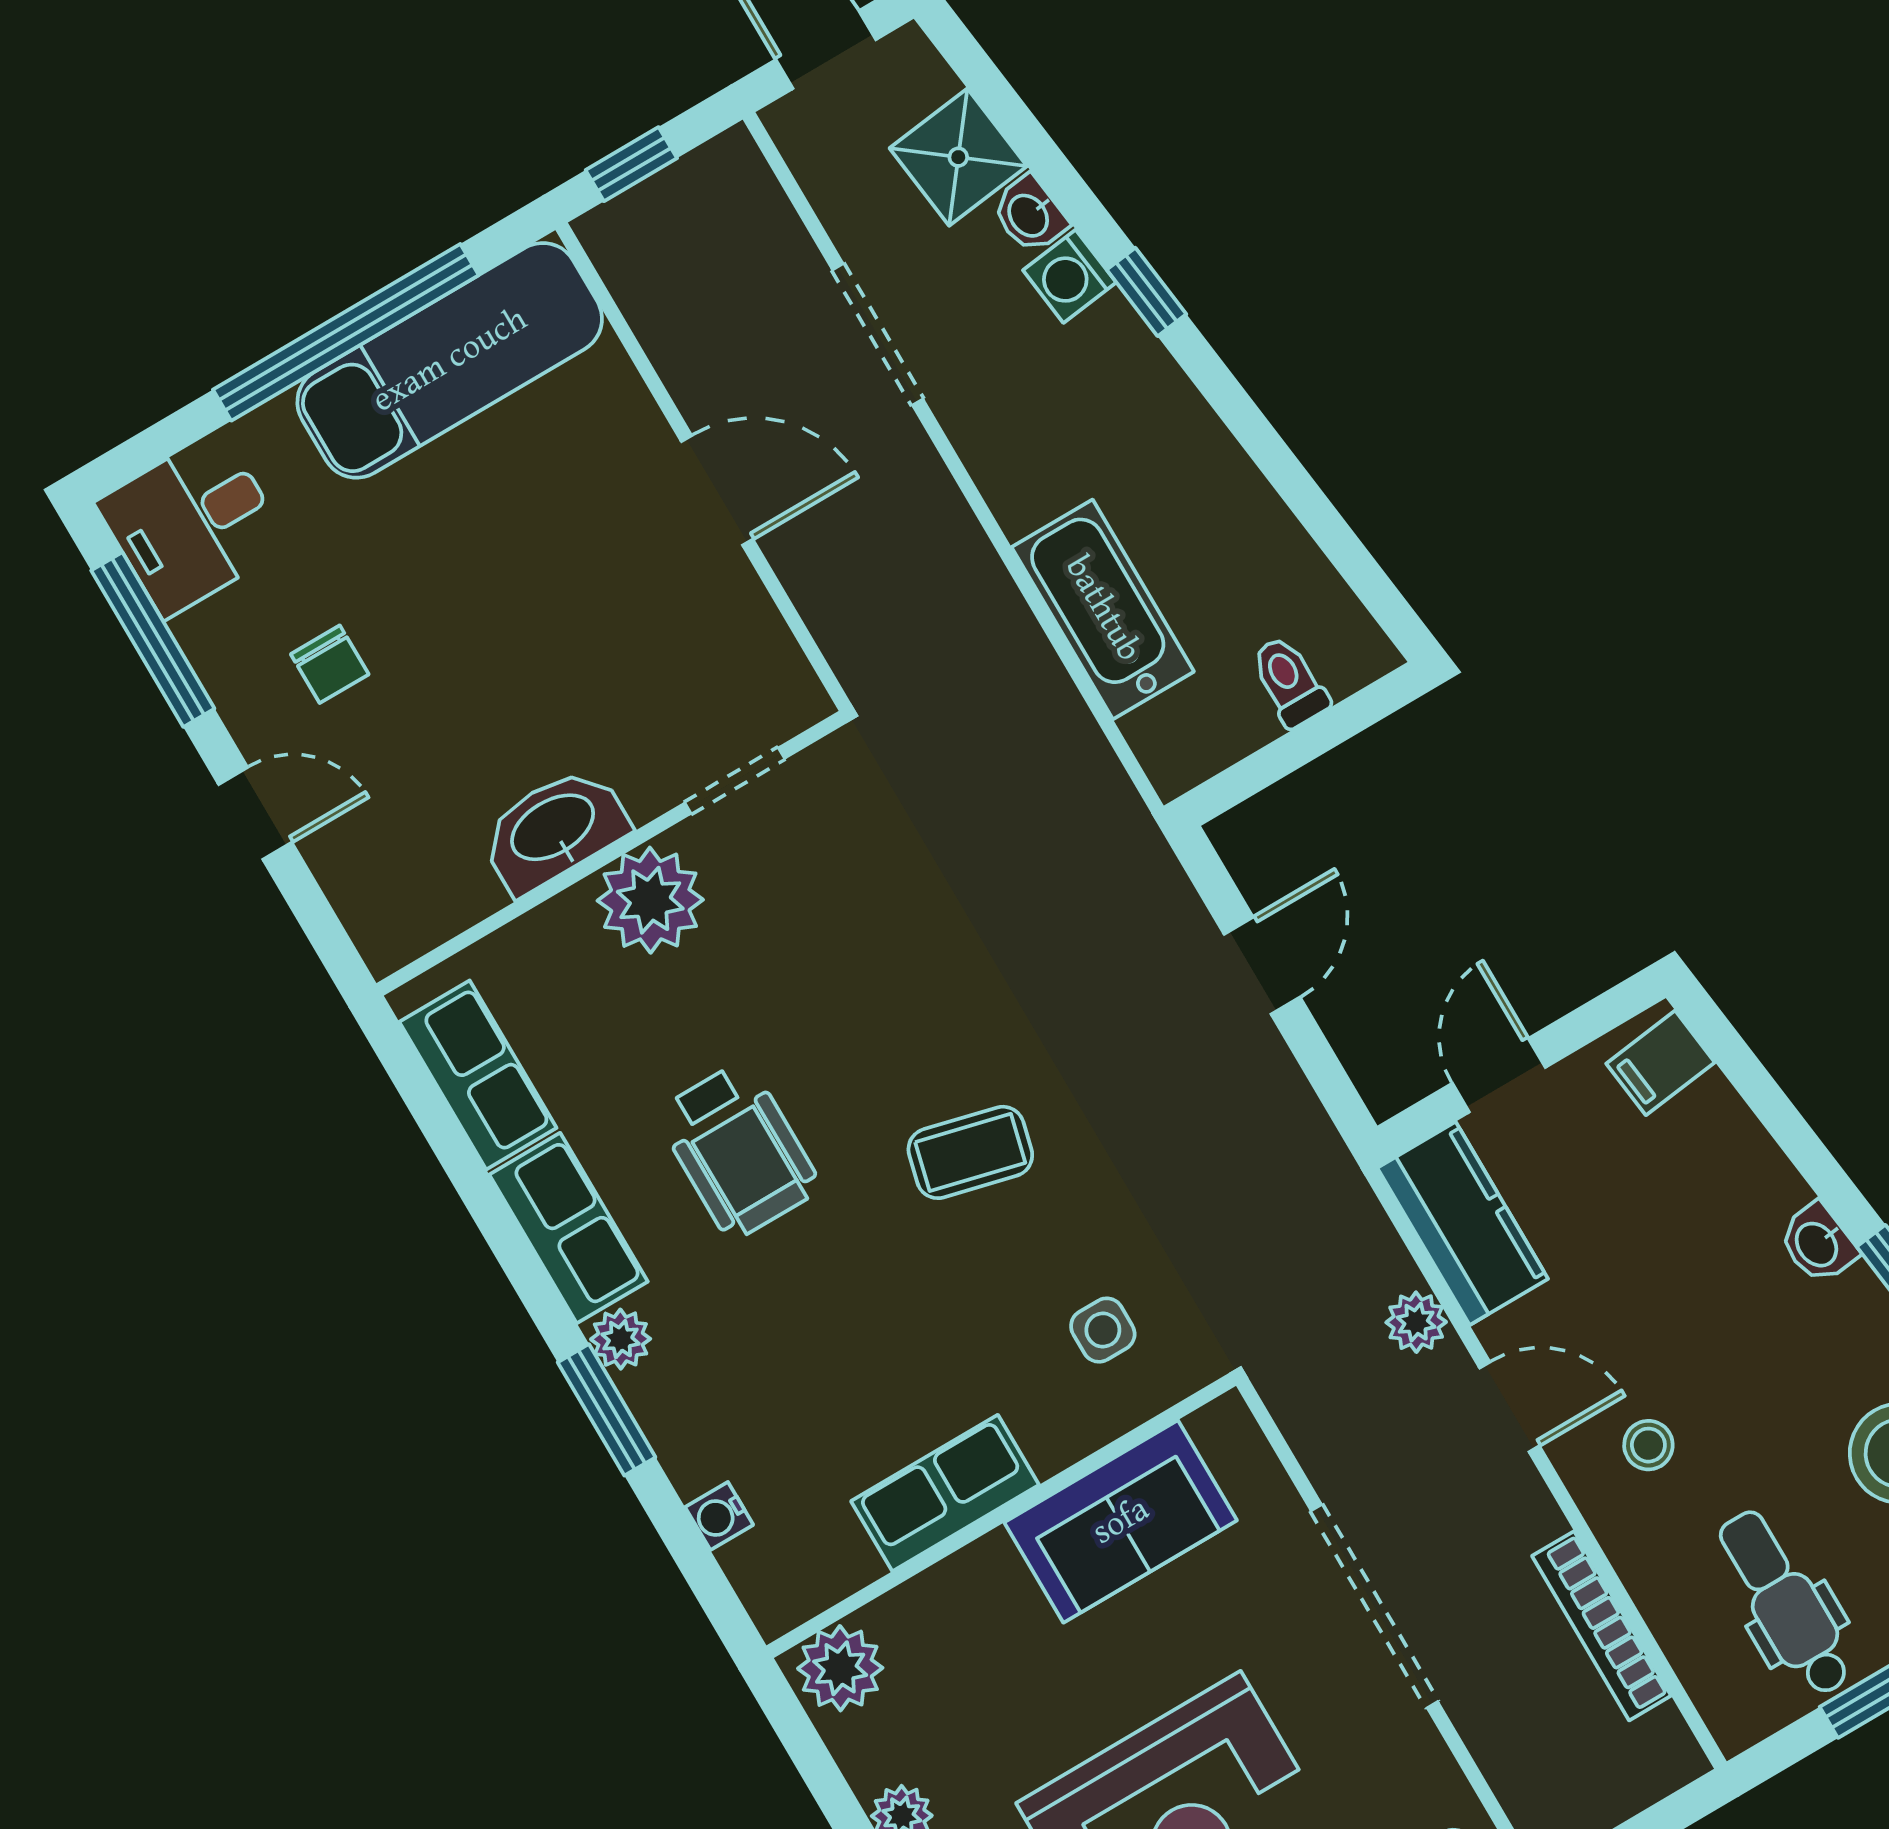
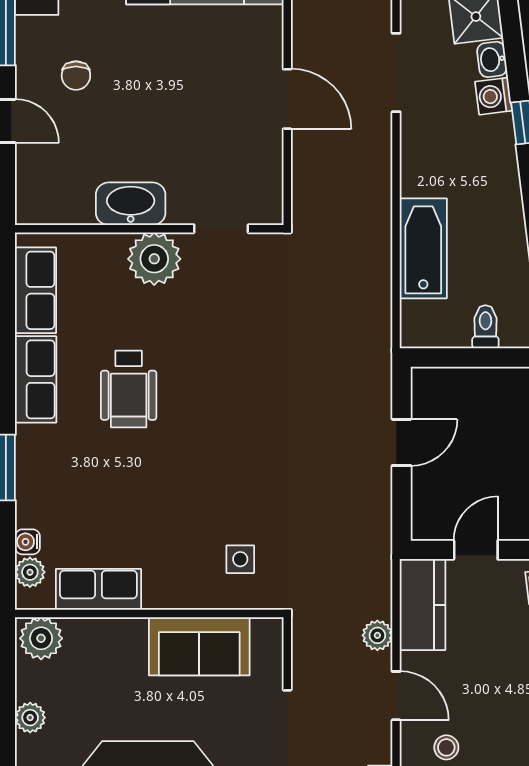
coffee table: (970, 1152) -> (228, 449), removed
plant: (621, 1339) -> (30, 572), moved
row of seats: (945, 1493) -> (98, 589), moved

